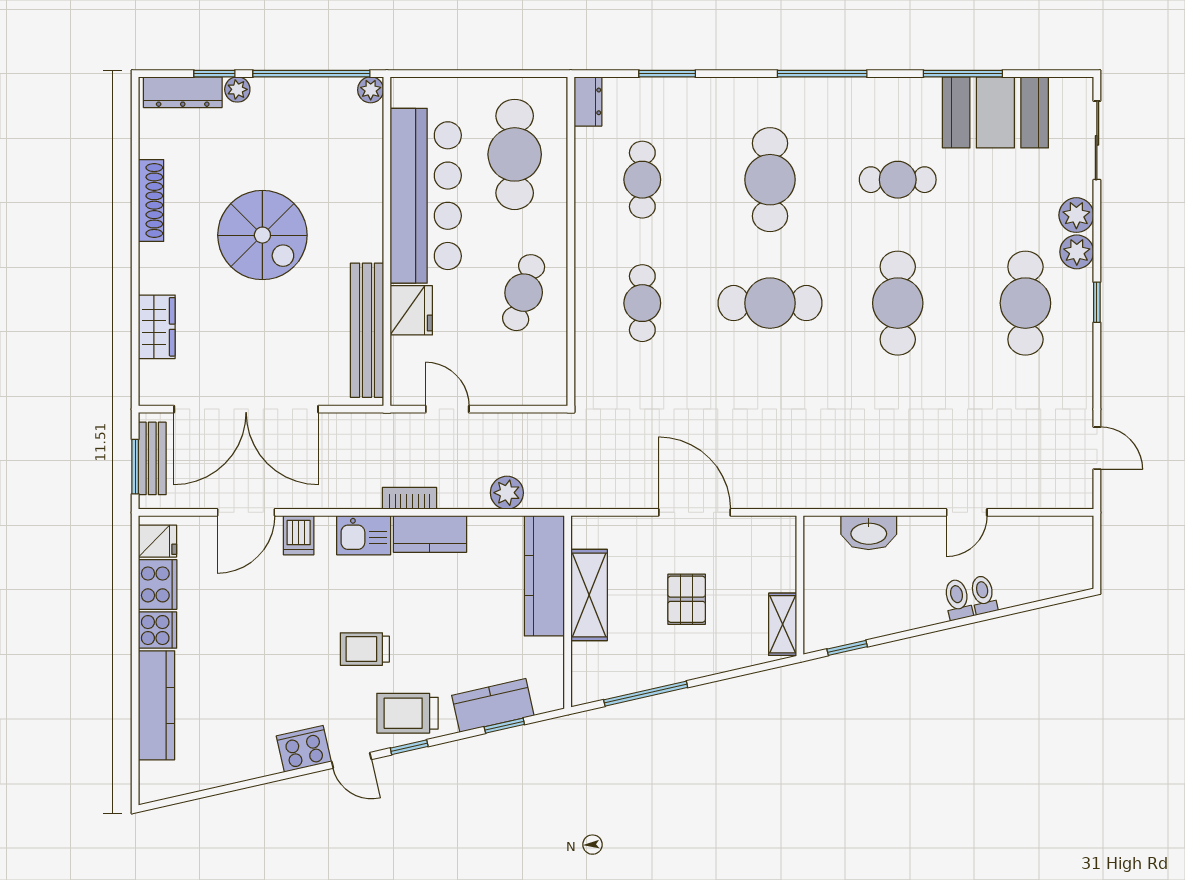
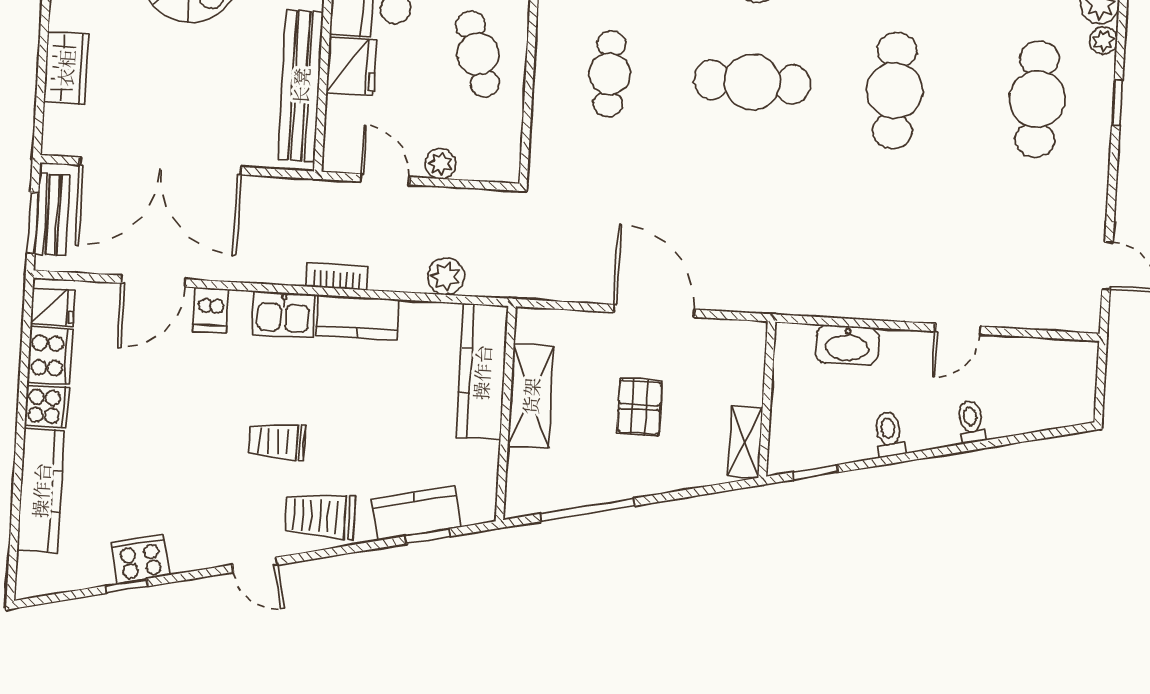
plant: (1077, 252) -> (1103, 41), width x0.73, depth x0.73
cafe table: (524, 293) -> (478, 54), turned -34
plant: (496, 392) -> (440, 164), added
toilet: (958, 599) -> (889, 434), moved
window: (409, 747) -> (127, 586), moved
cooker: (304, 749) -> (140, 559), moved

